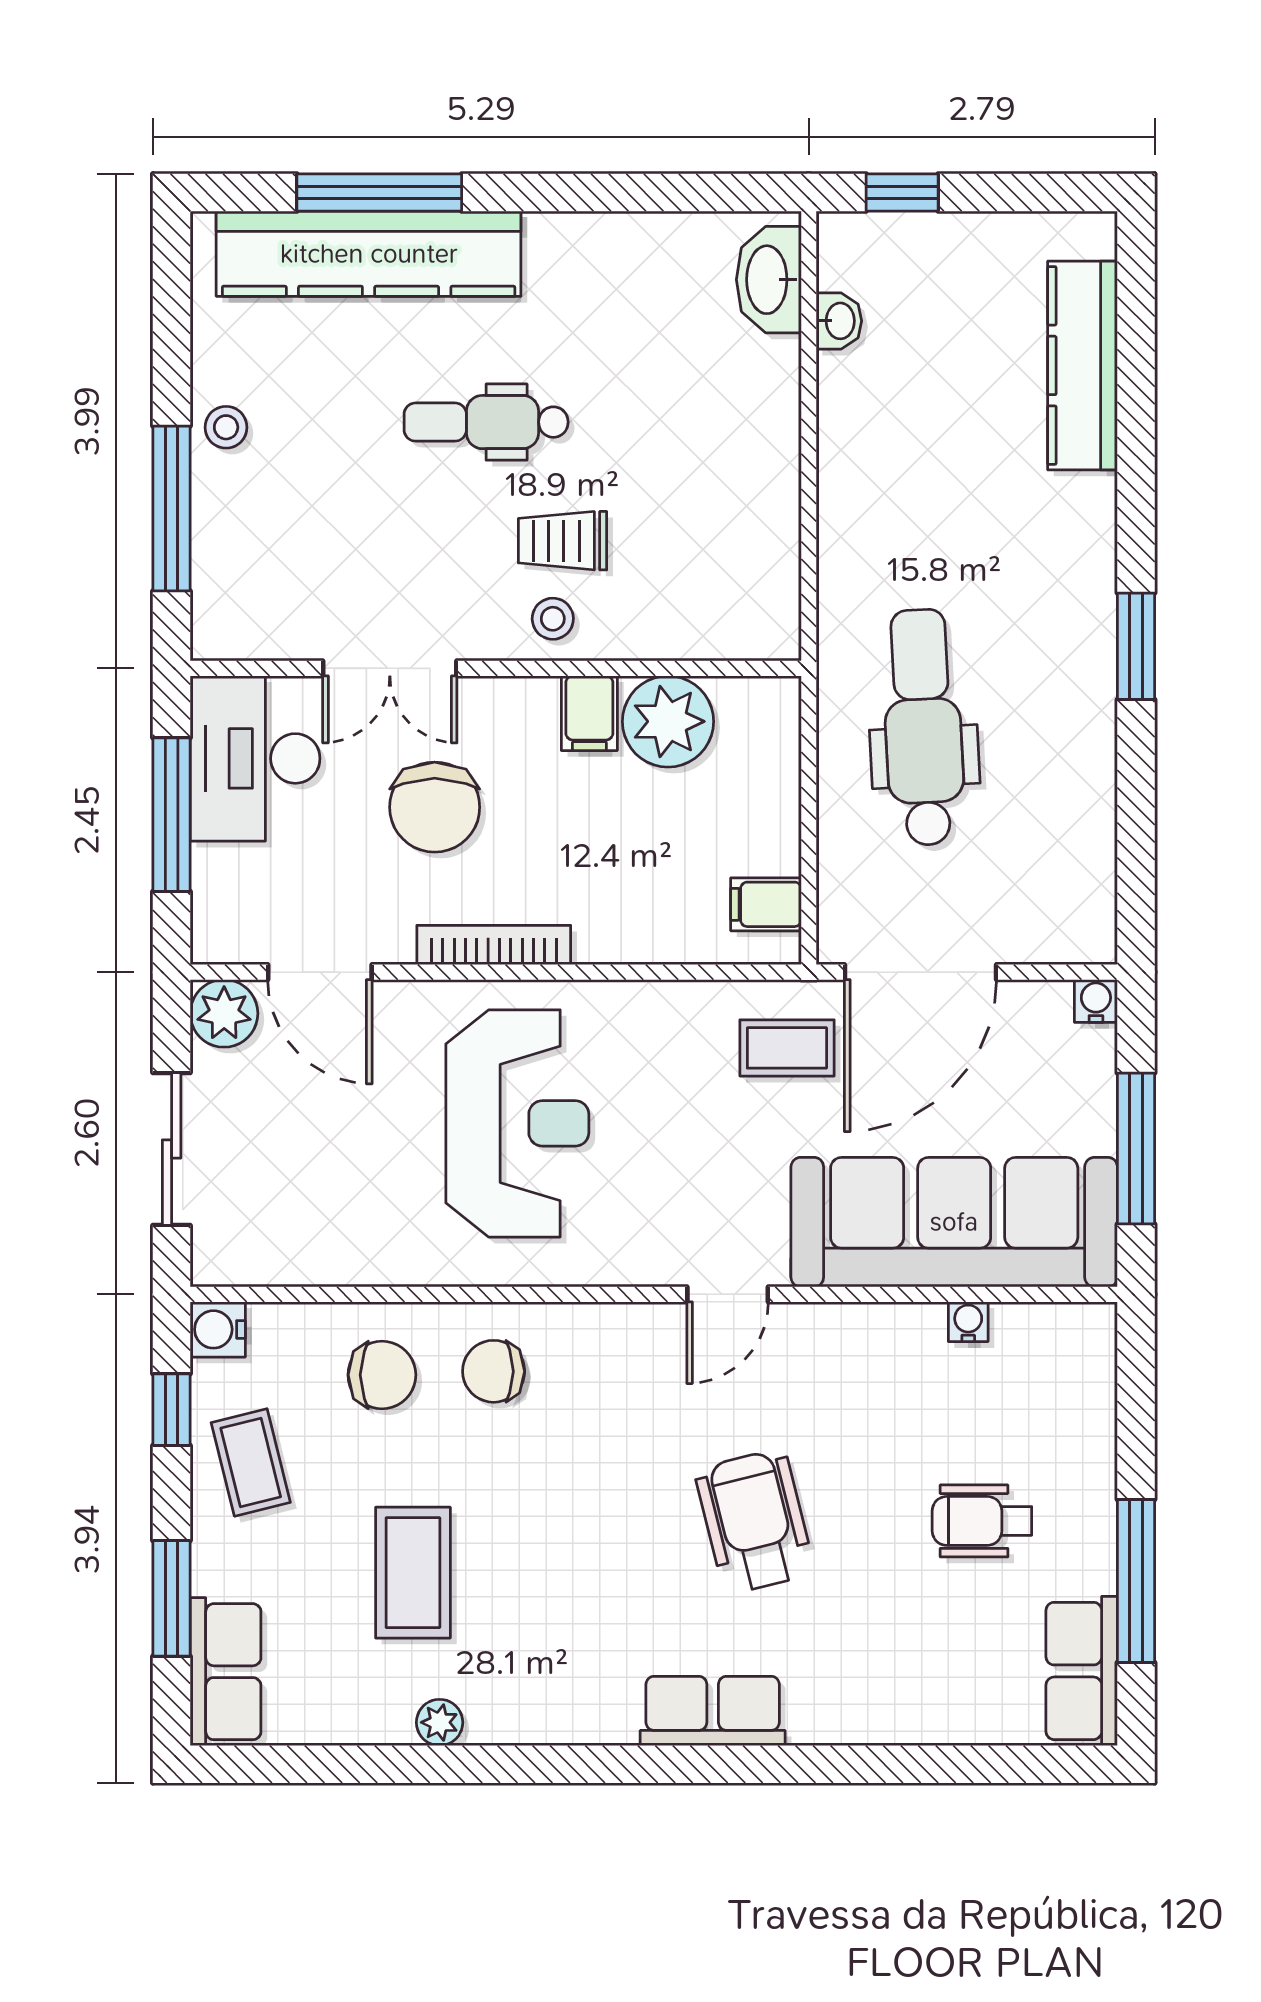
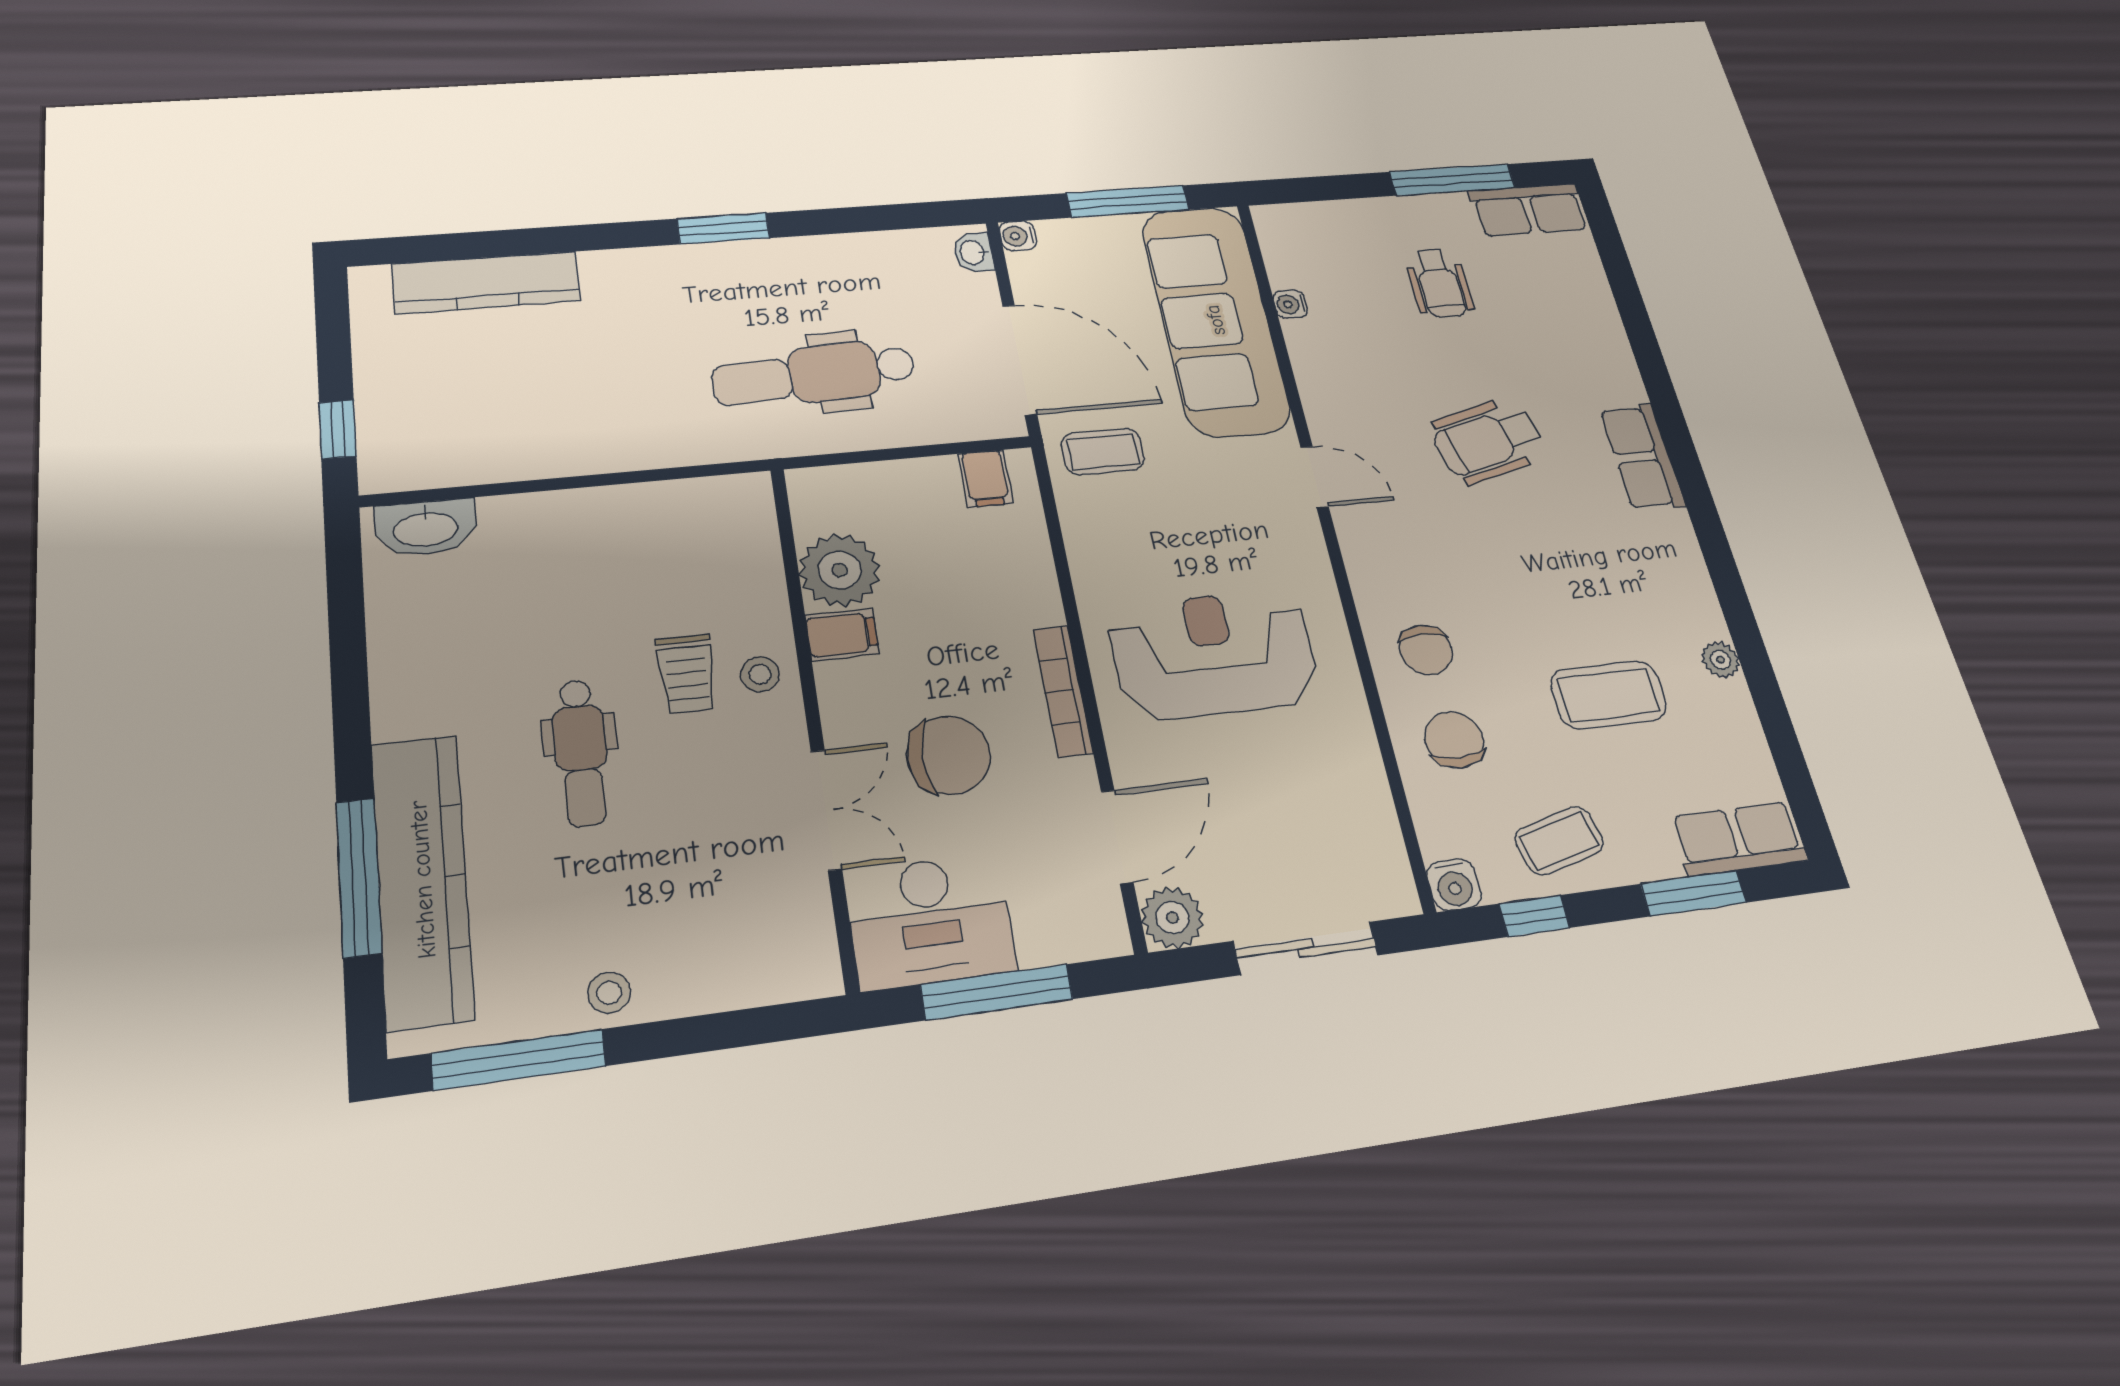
washbasin: (839, 321) -> (973, 252), moved, turned -90
window: (172, 508) -> (518, 1060), moved
coffee table: (787, 1048) -> (1103, 452), turned 90

